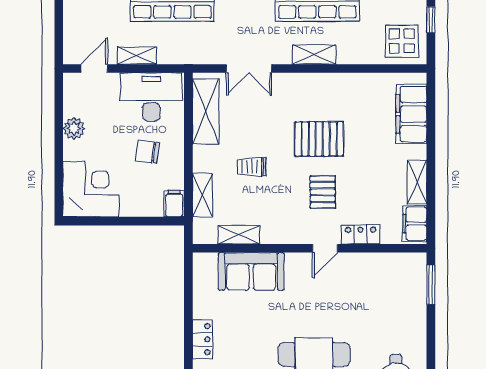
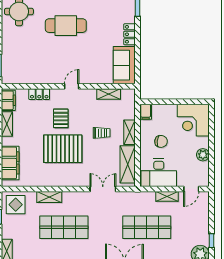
shelving: (314, 55) -> (49, 197), moved
pallet: (319, 139) -> (63, 149), width x1.37, depth x1.41
shelving: (202, 195) -> (130, 132), moved
door: (325, 248) -> (72, 86), moved
sofa: (251, 271) -> (124, 65), moved, turned -90

